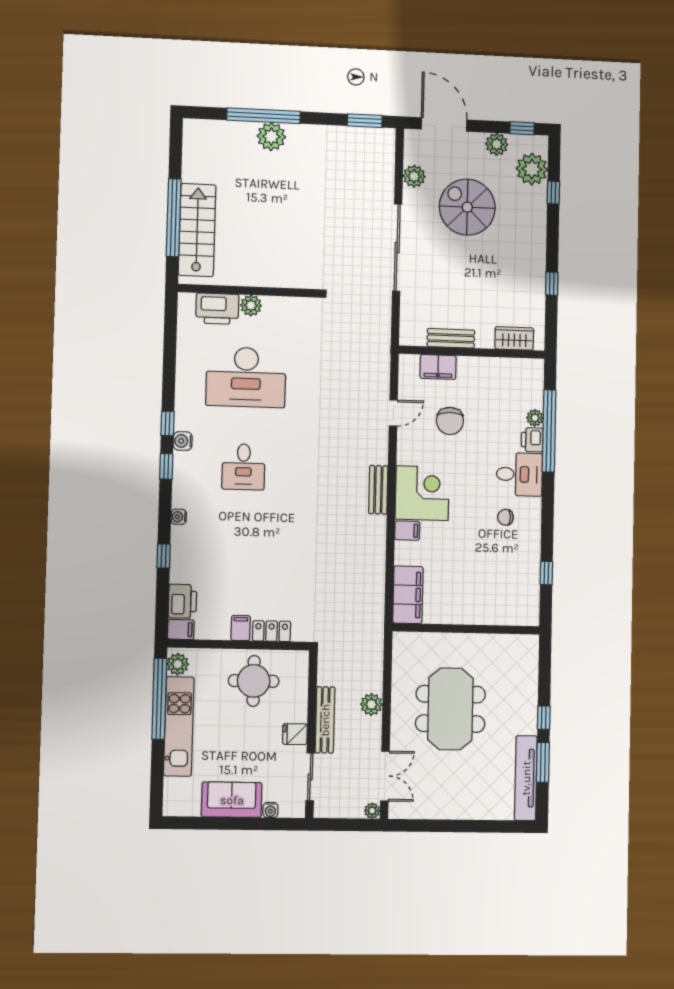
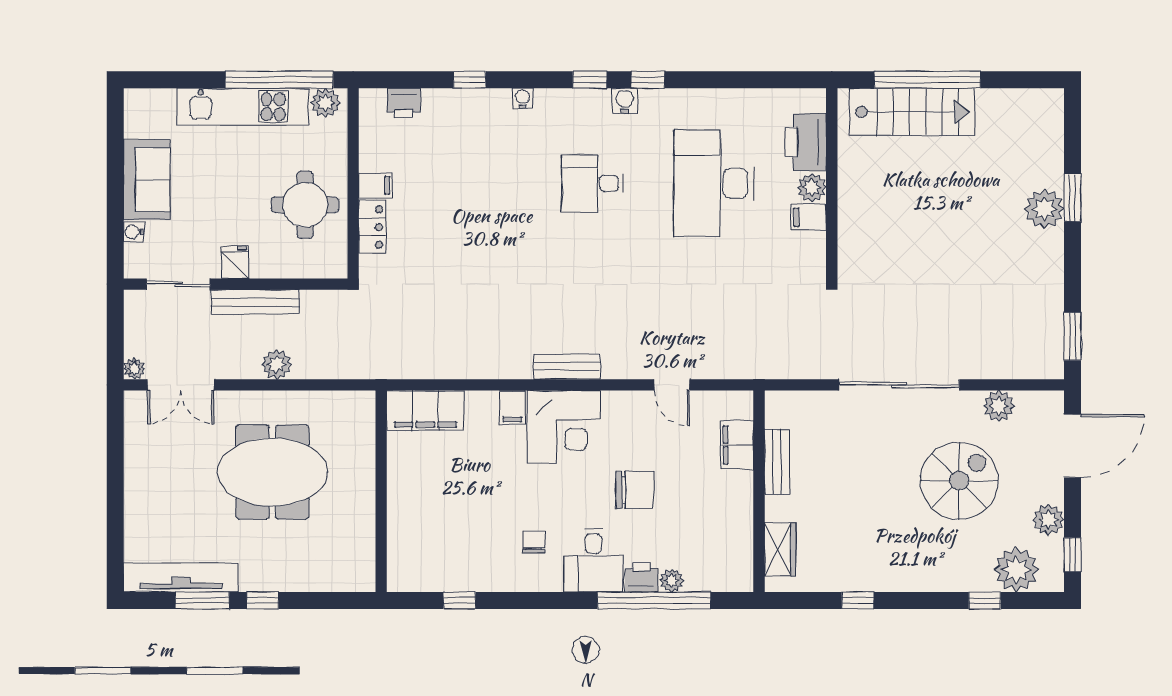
window: (264, 116) -> (1073, 198), width x0.47
chair: (450, 421) -> (635, 490), moved, turned 180
printer: (182, 601) -> (404, 103), width x0.73, depth x0.81
filing cabinet: (181, 629) -> (809, 217), moved, turned 90

